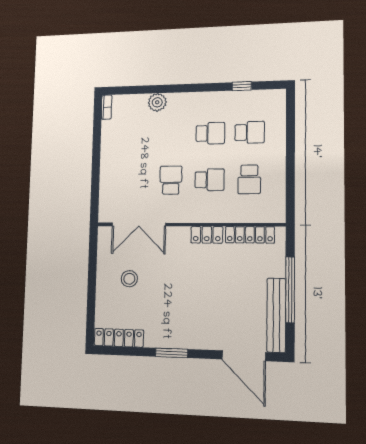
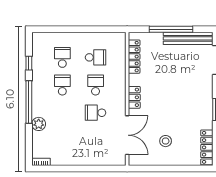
window: (188, 88) -> (29, 102), added
locker: (207, 235) -> (134, 97), moved

